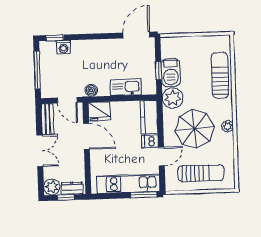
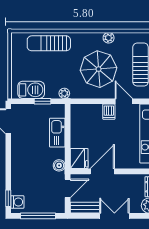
washing machine: (63, 47) -> (17, 202), moved
barbecue: (171, 73) -> (31, 90), moved
plant: (173, 98) -> (64, 93), width x0.53, depth x0.53
kitchen counter: (149, 117) -> (86, 112), removed
plant: (228, 126) -> (109, 38), moved

